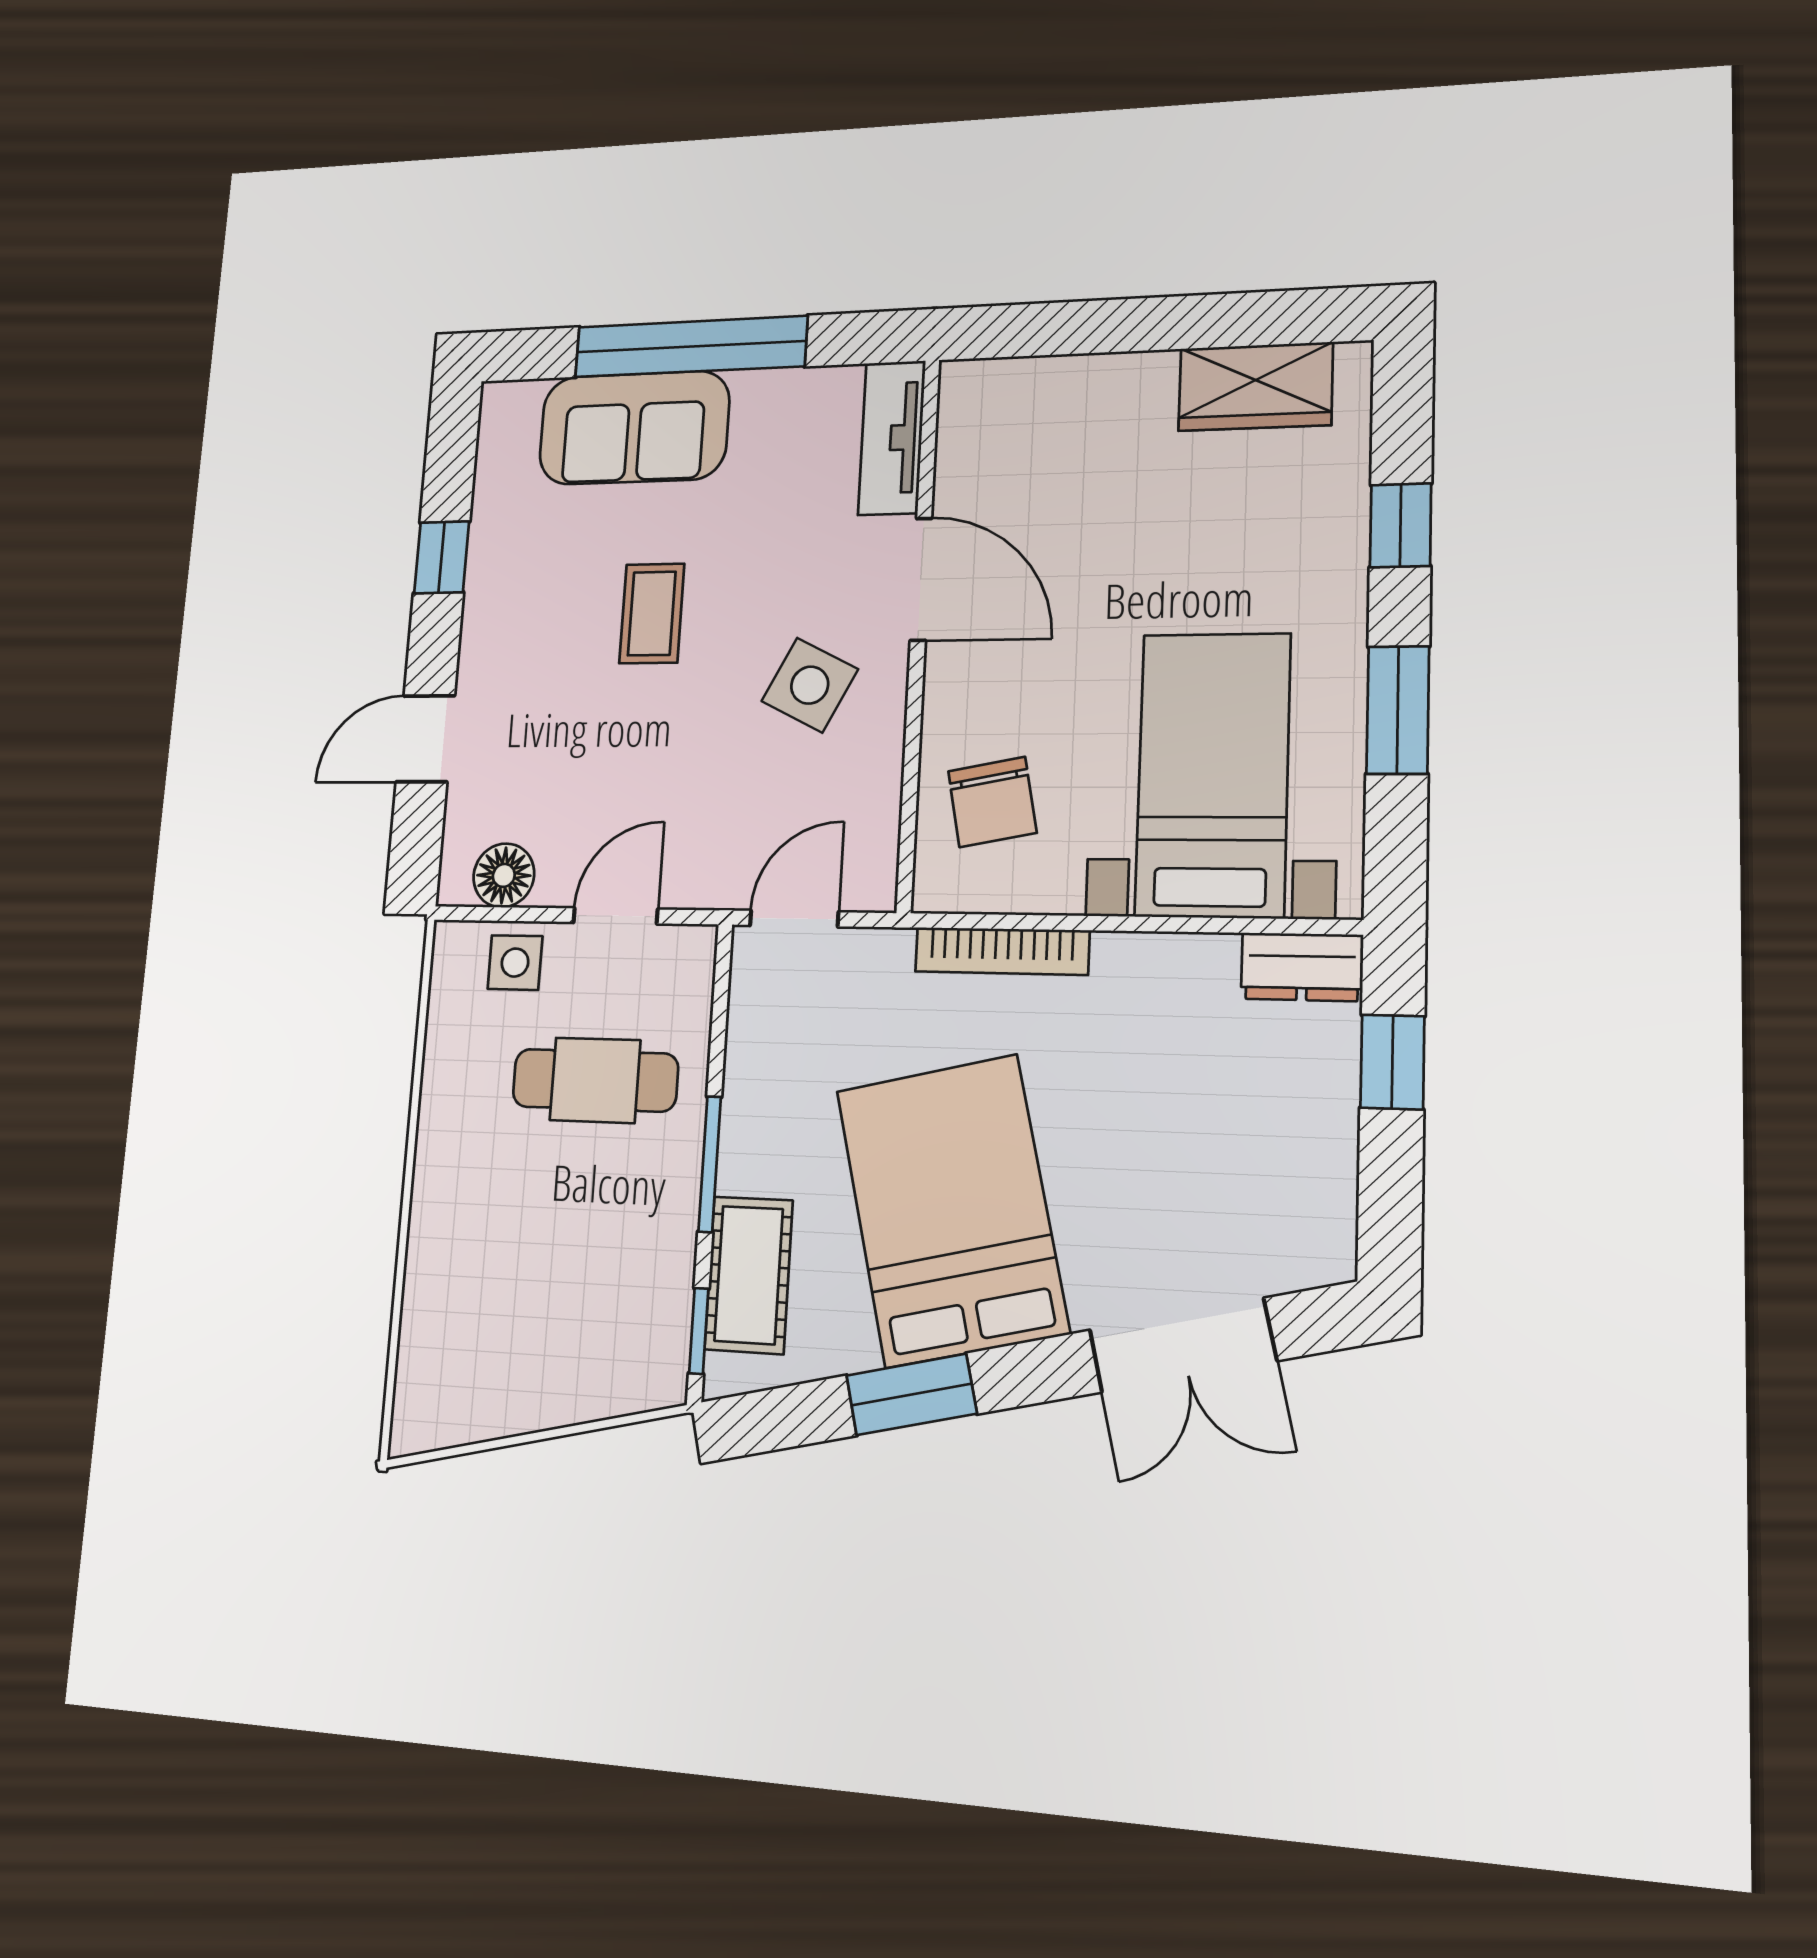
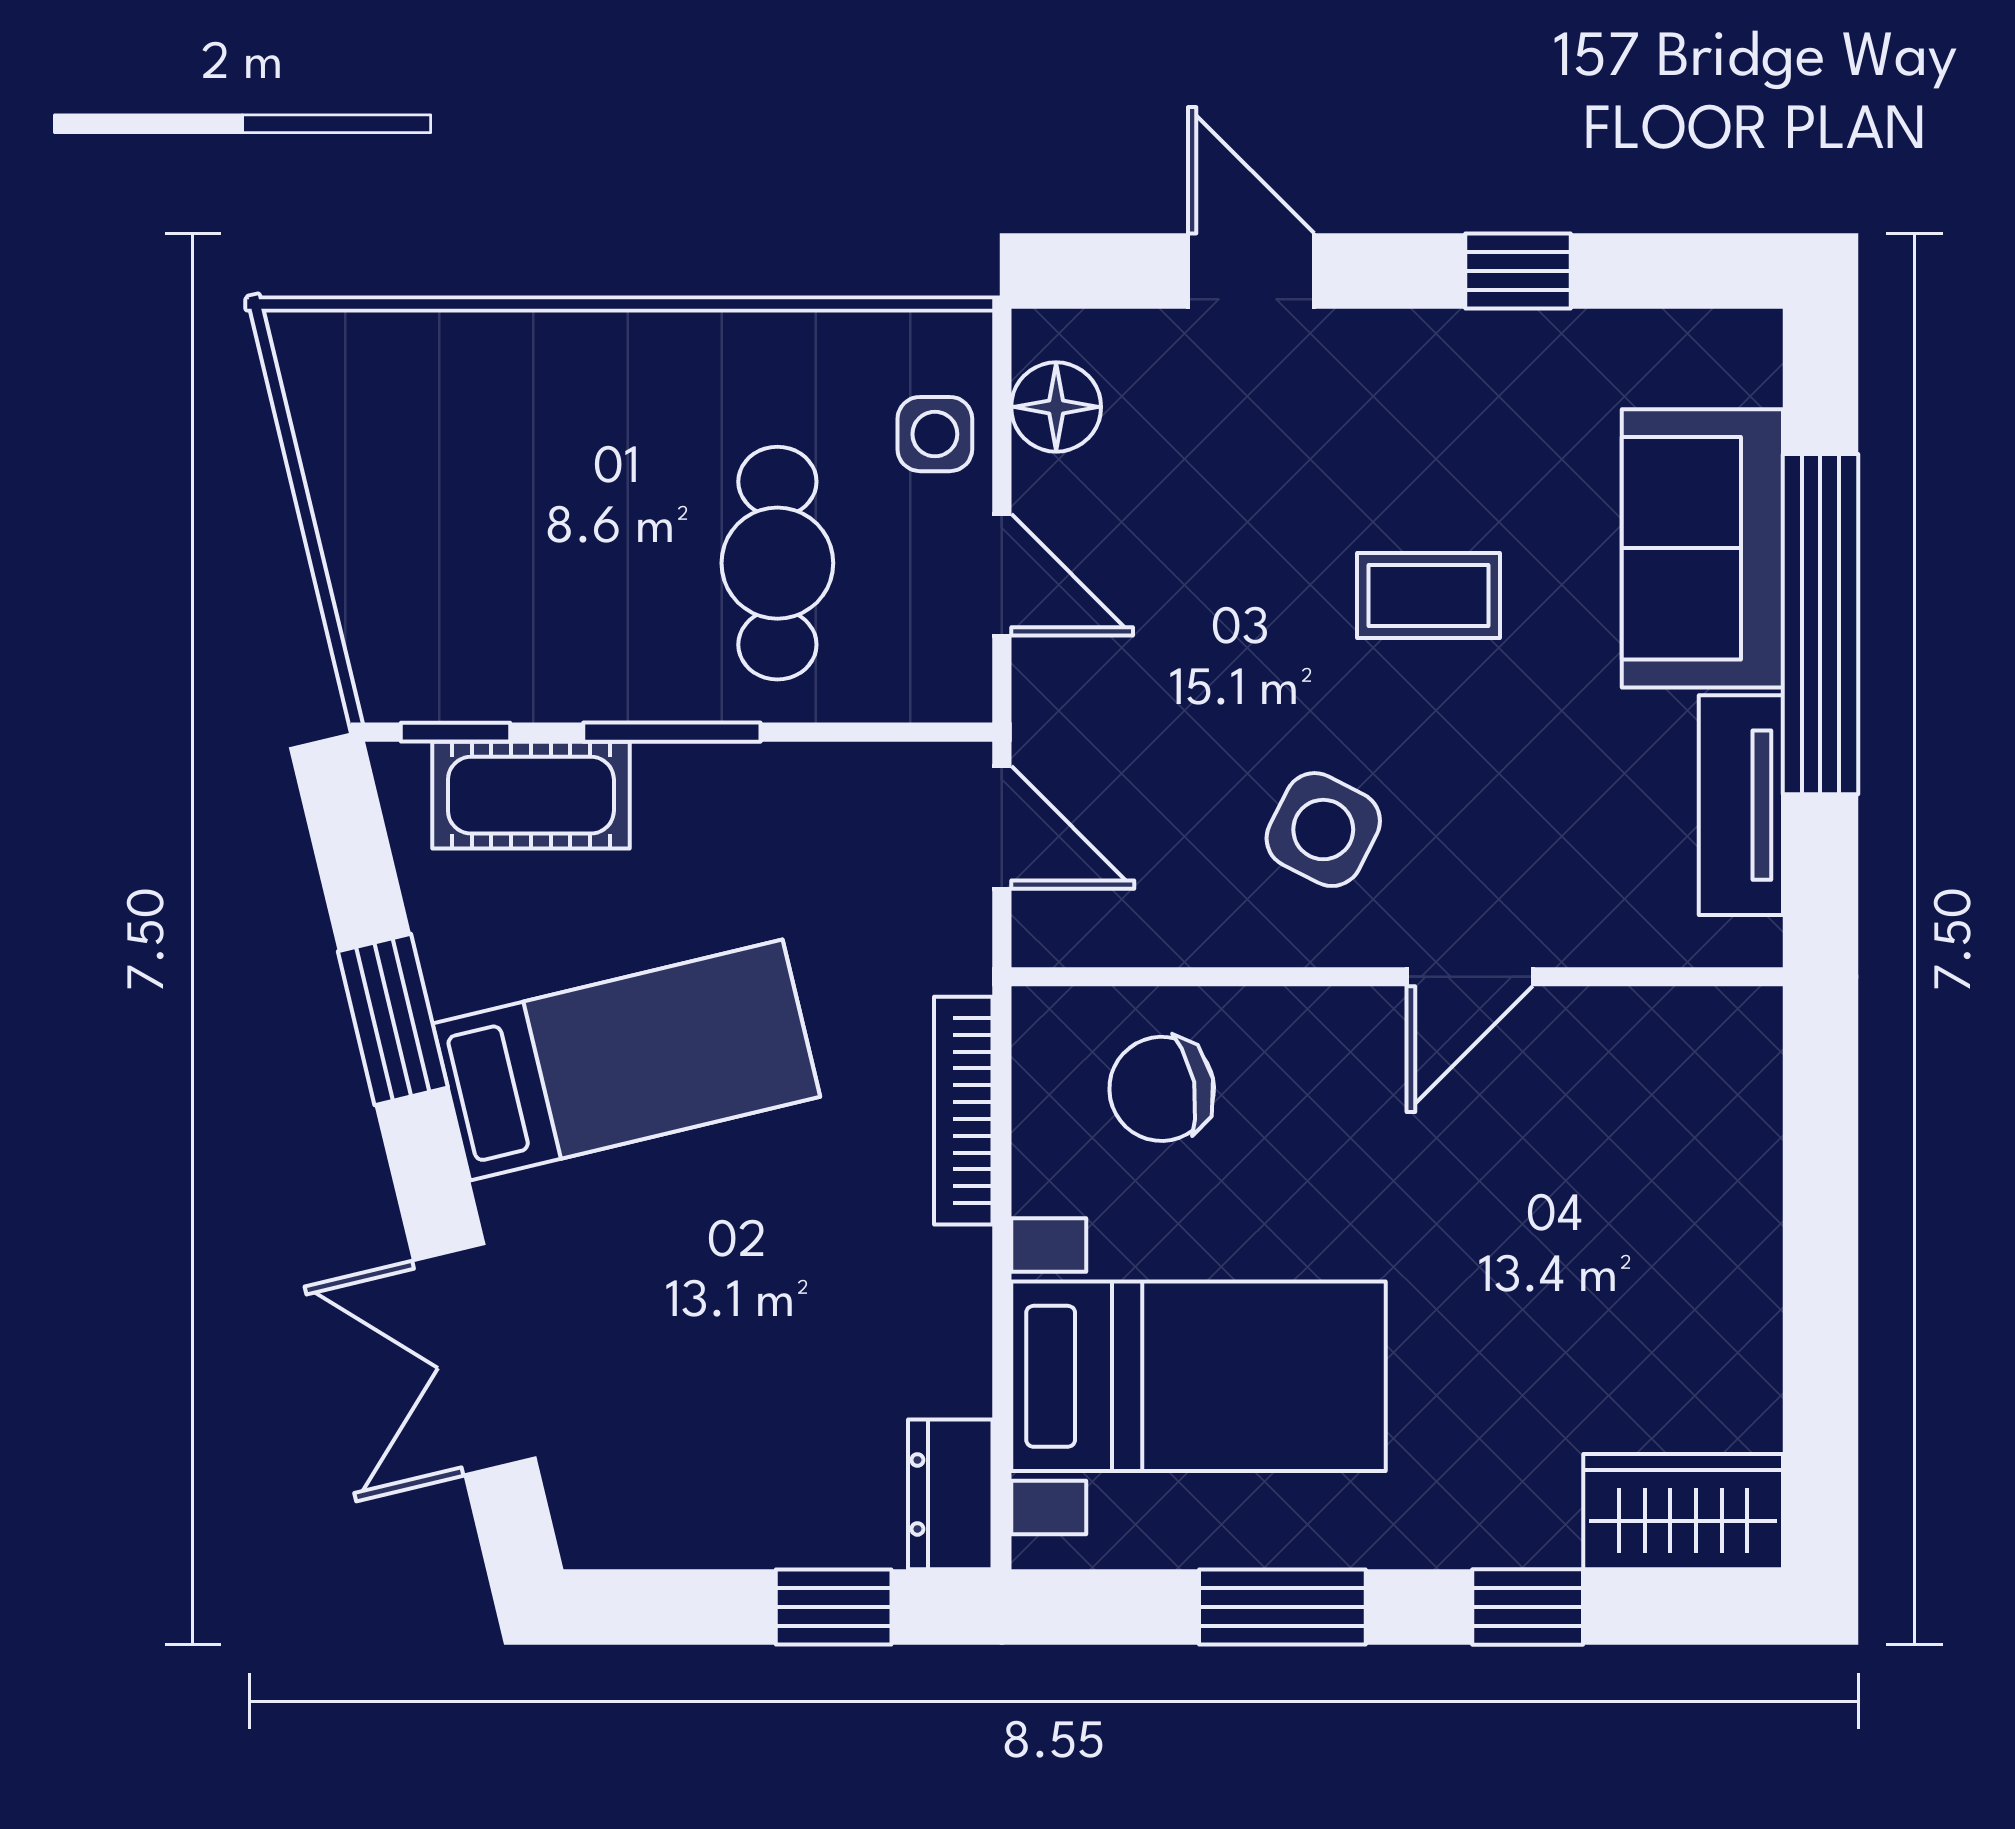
wardrobe: (1255, 387) -> (1683, 1512), moved, turned 90
tv unit: (892, 438) -> (1741, 805), moved, turned -90
door: (921, 579) -> (1470, 977), width x0.73
bed: (951, 1210) -> (626, 1060), width x0.67

